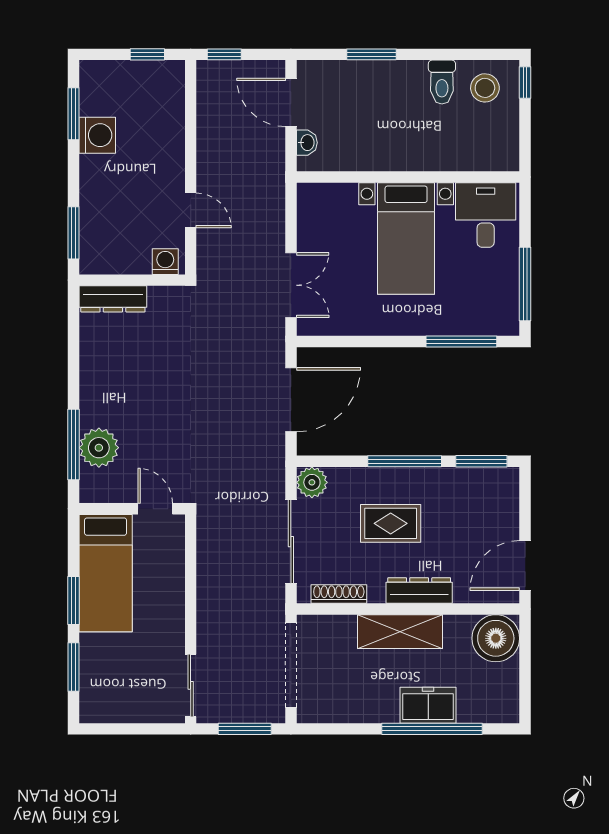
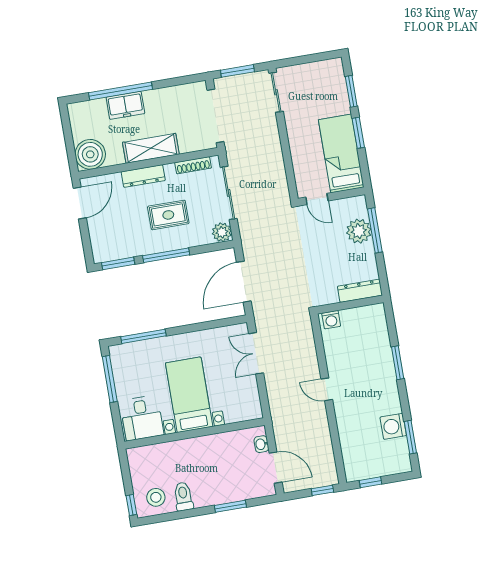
washing machine: (165, 262) -> (331, 320), moved
wall: (132, 280) -> (350, 305), moved
dresser: (113, 299) -> (360, 291), moved

